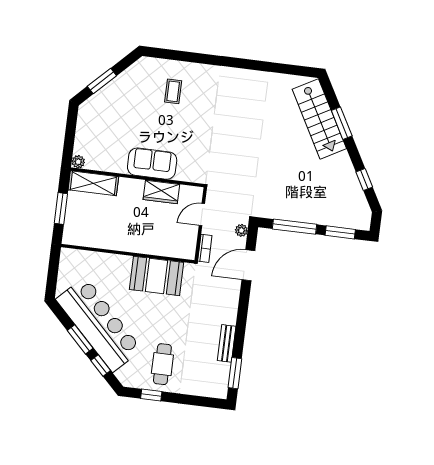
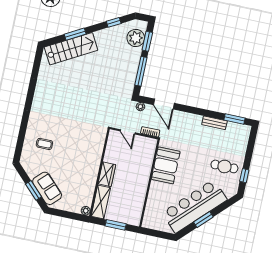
sofa: (152, 164) -> (47, 188), moved, turned 135
wardrobe: (161, 192) -> (107, 174), moved
plant: (344, 215) -> (136, 38), added
window: (101, 365) -> (222, 207), removed

